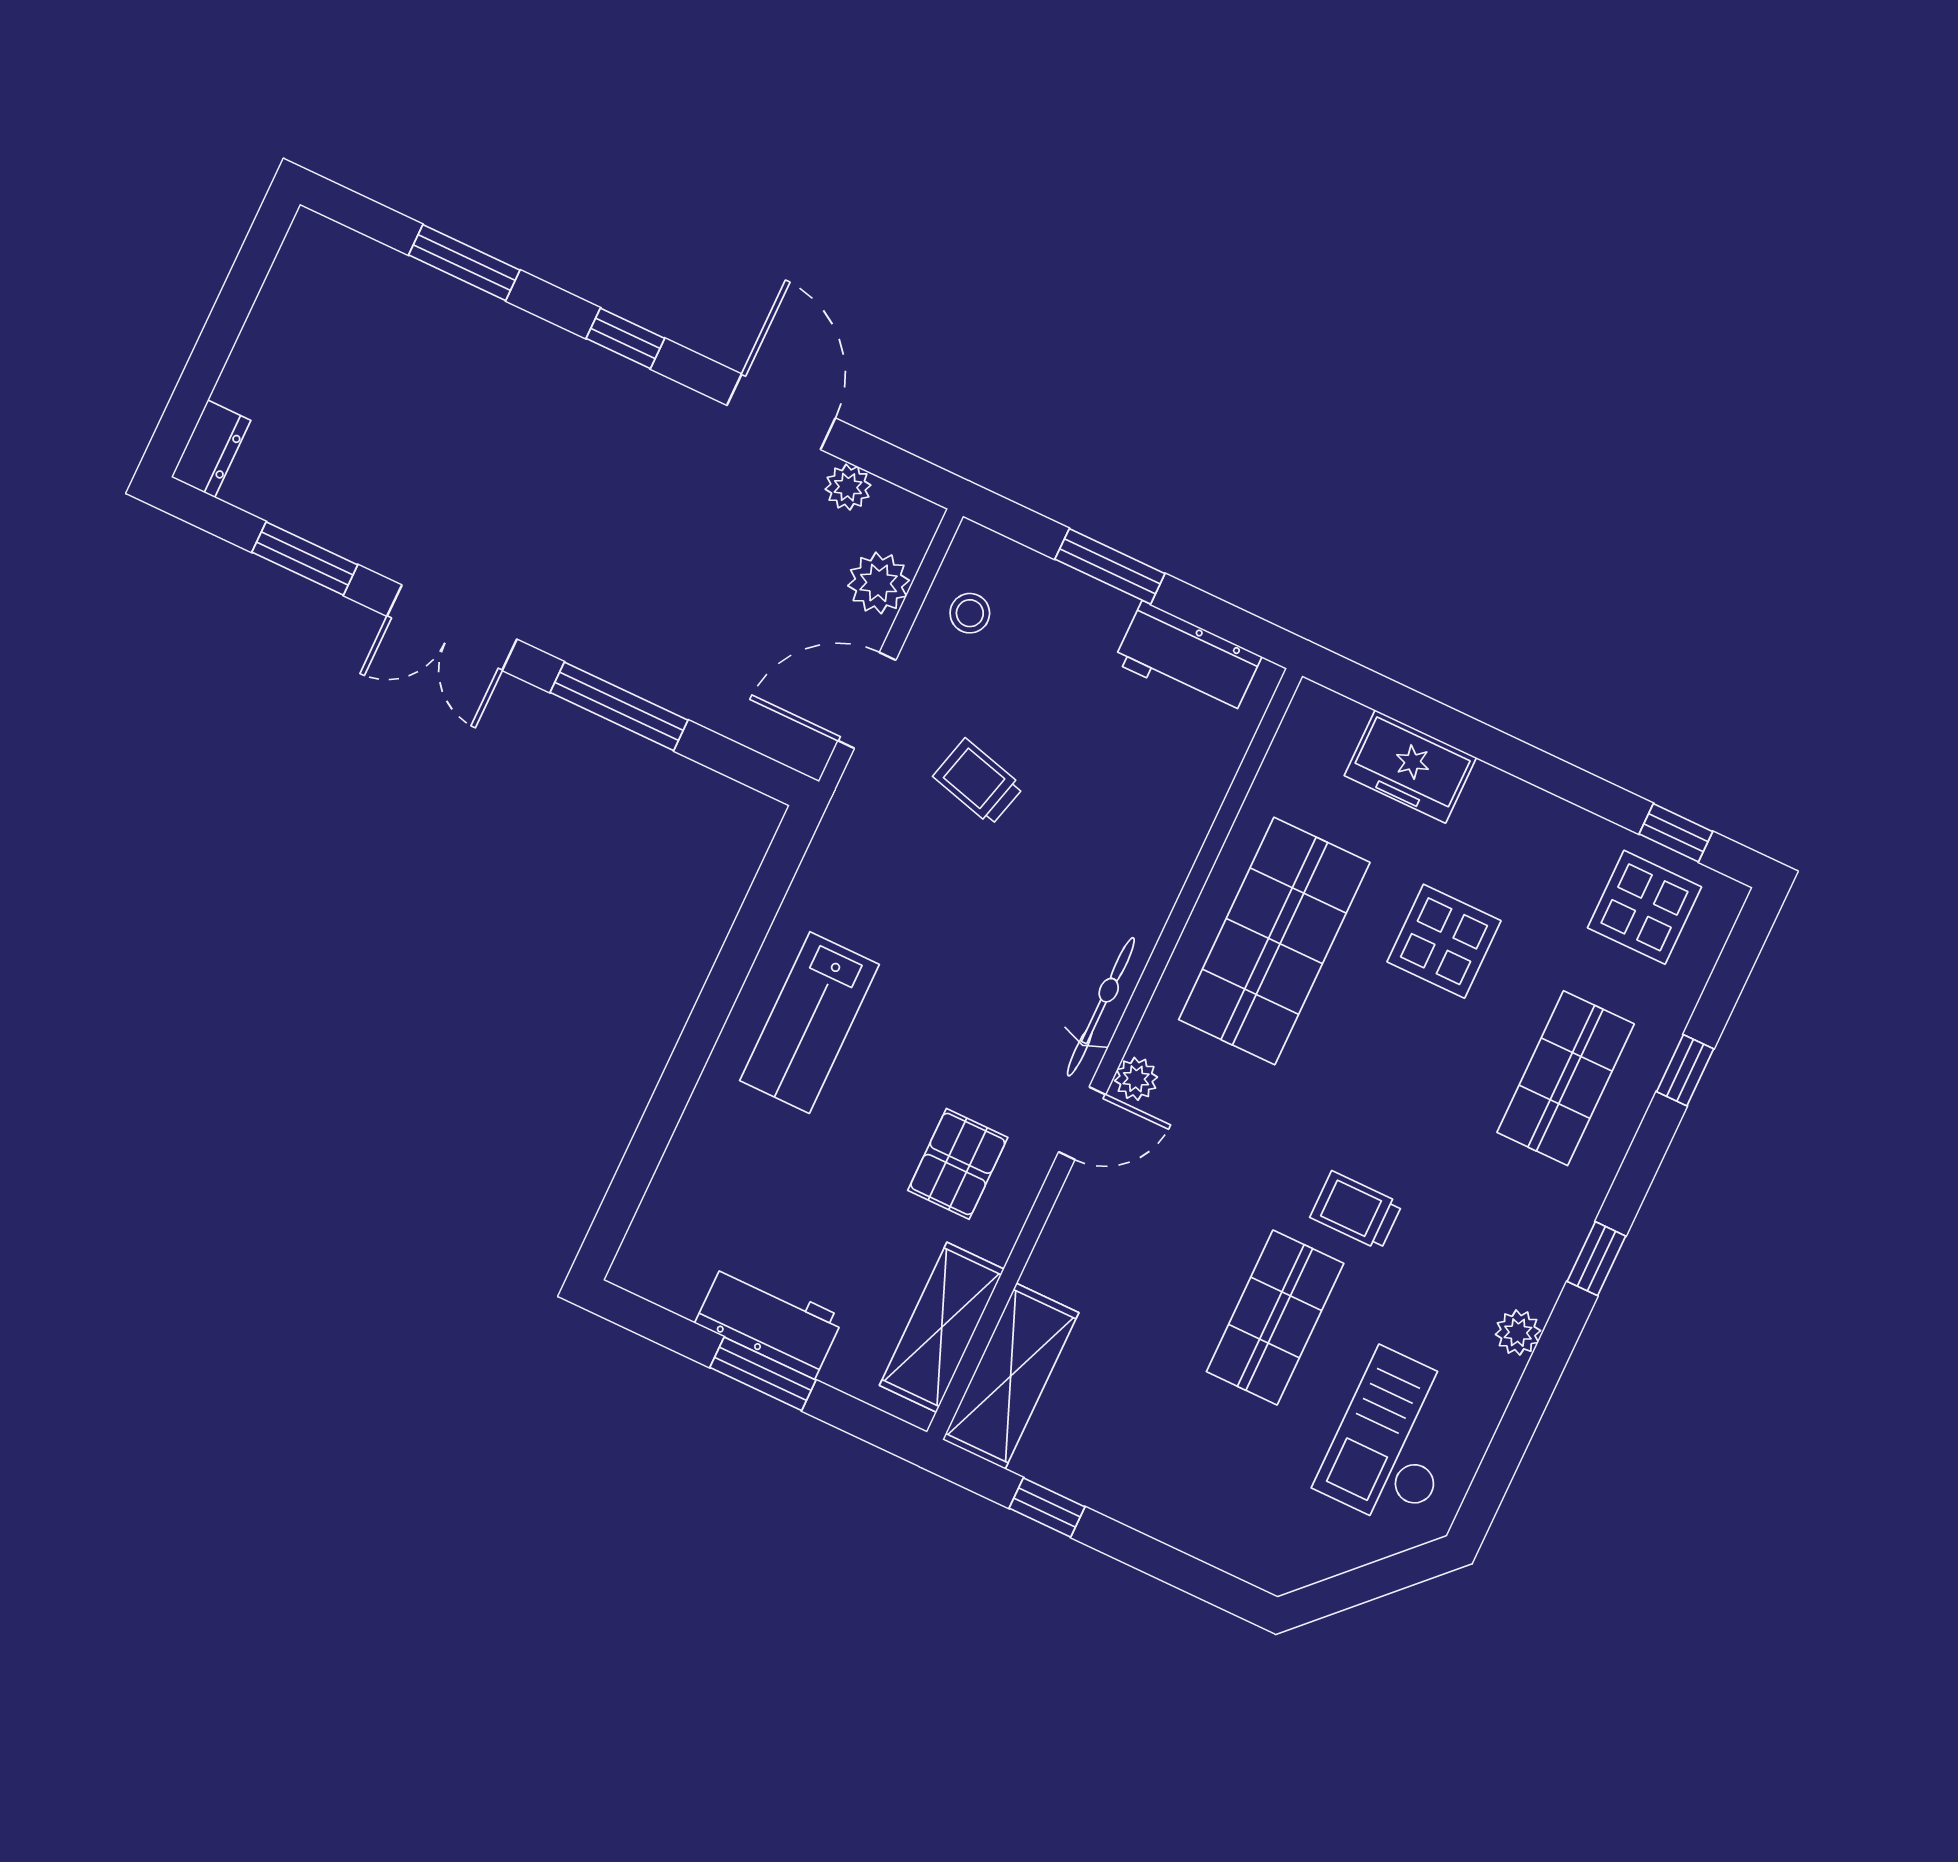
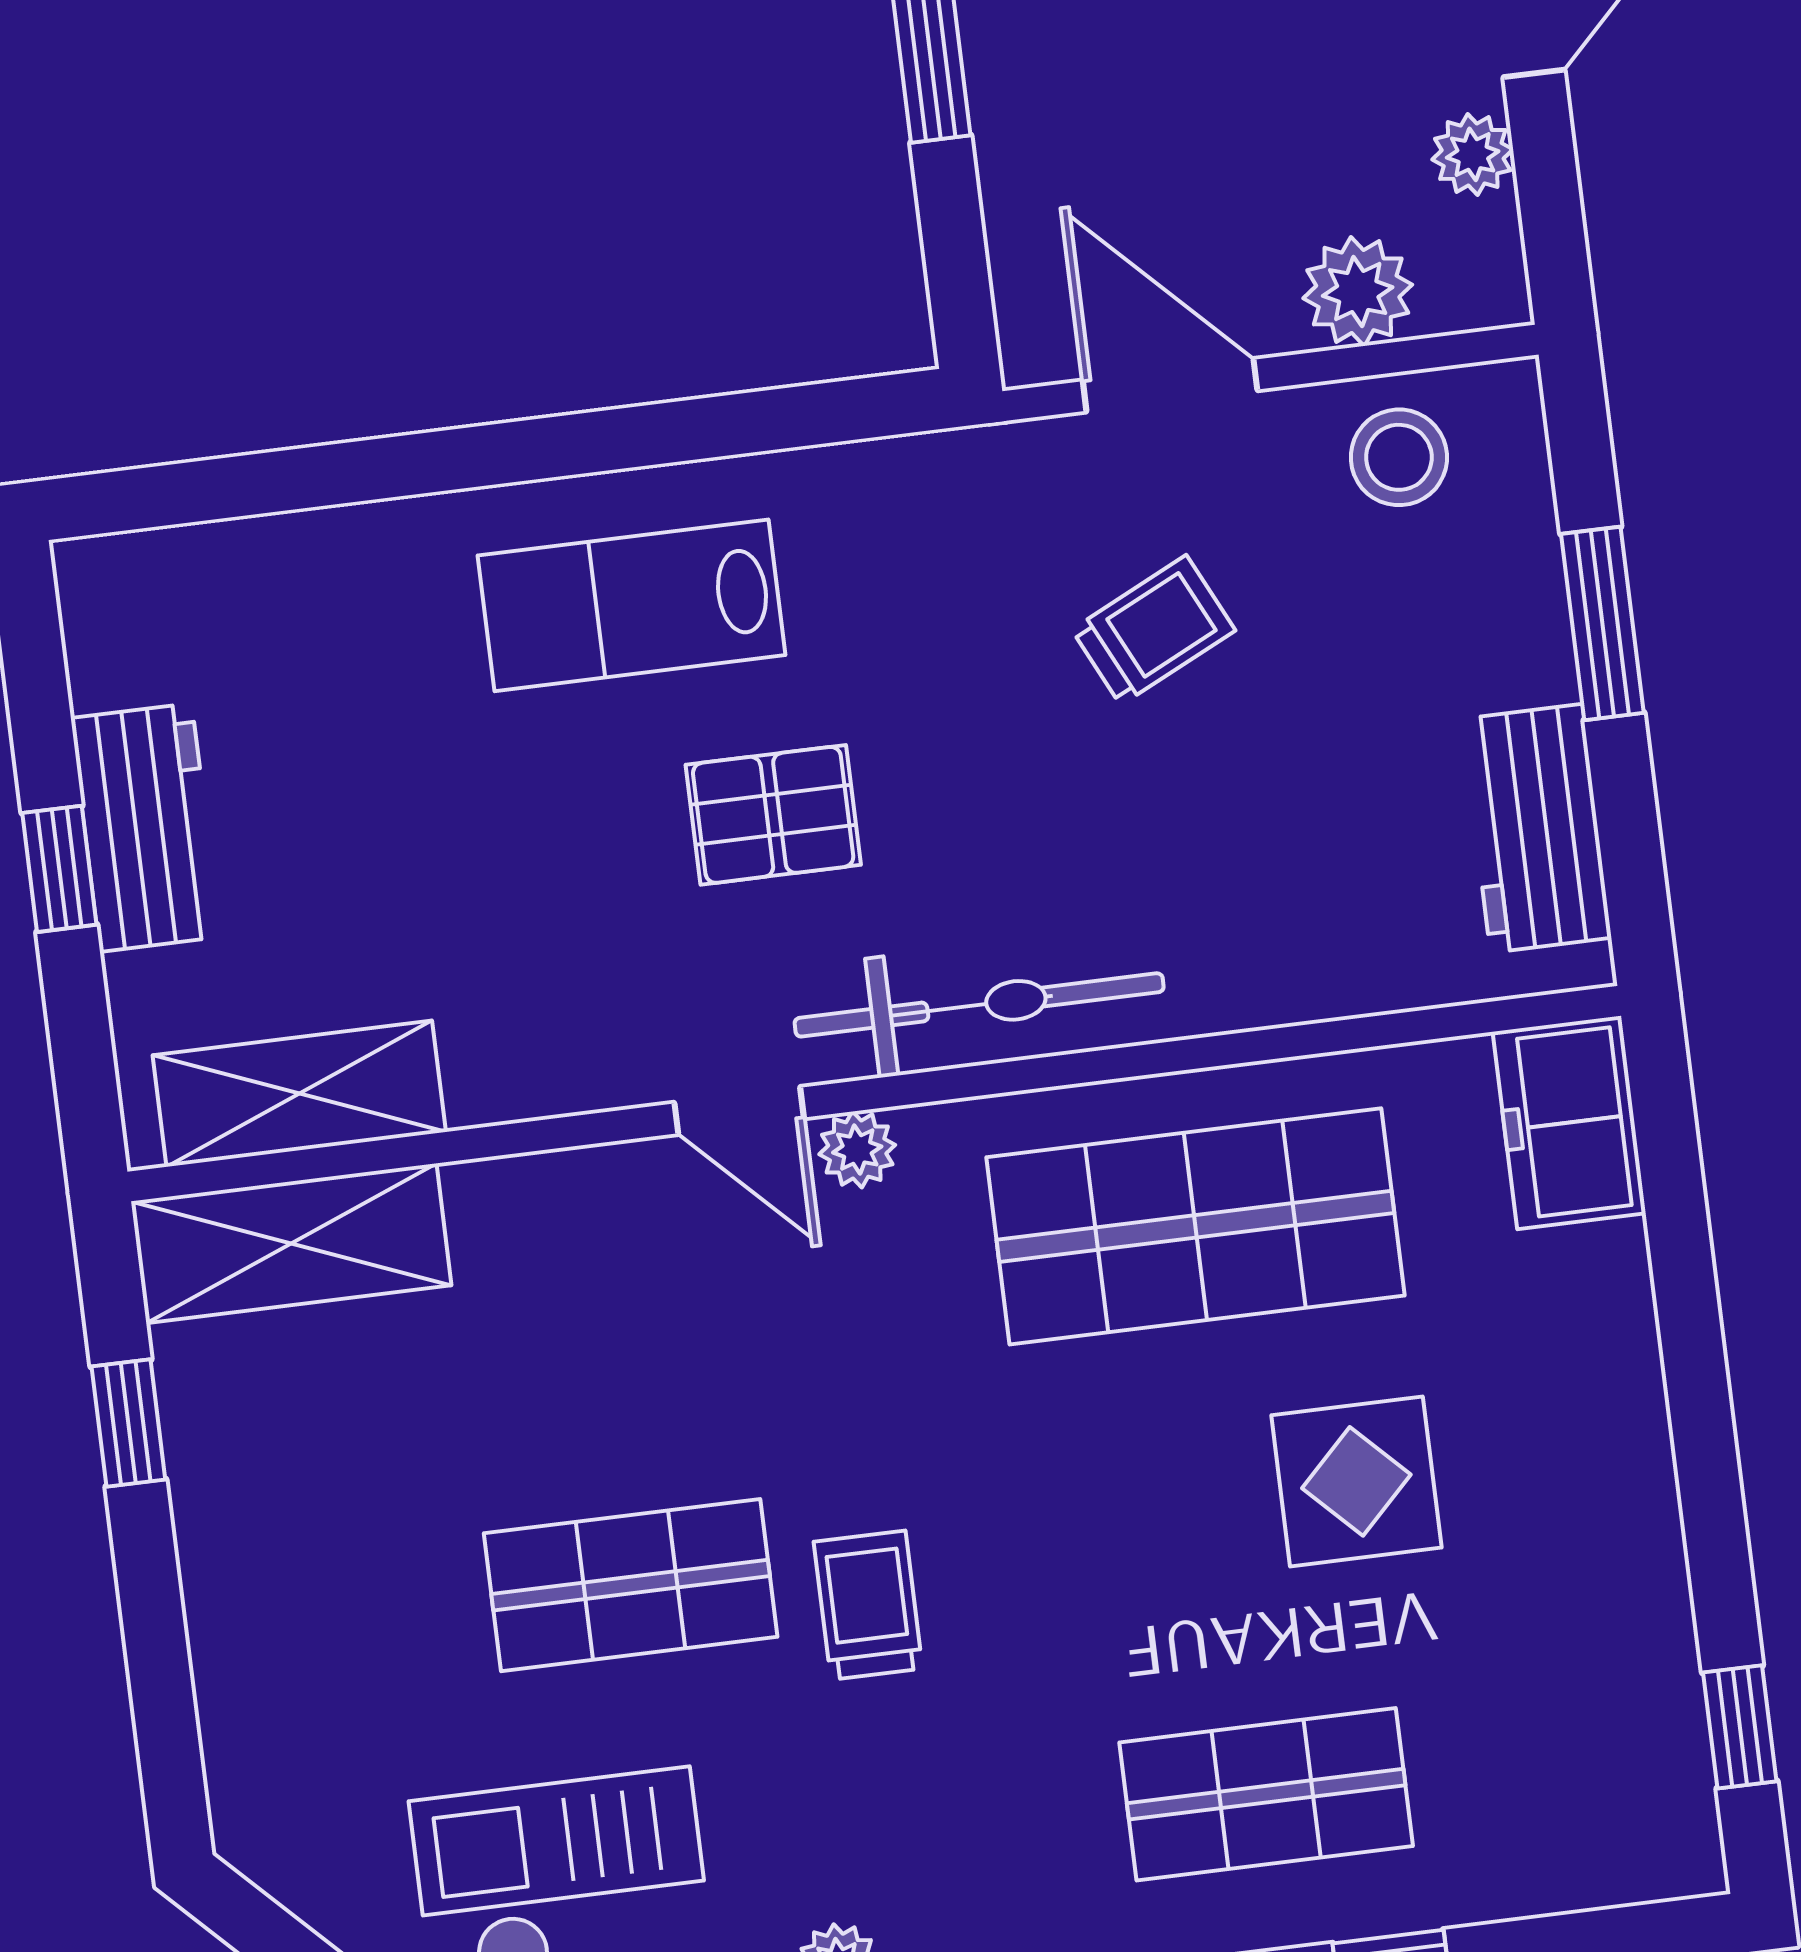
stool: (970, 613) -> (1399, 457), width x1.37, depth x1.37
freezer: (1410, 767) -> (1569, 1123), moved
trolley: (978, 782) -> (1154, 630), turned 49
display table: (1644, 907) -> (1598, 1751), removed
bicycle: (1101, 1007) -> (979, 1005), width x1.37, depth x1.40
pallet: (958, 1164) -> (773, 815), moved
window: (763, 1374) -> (59, 869), width x0.67

